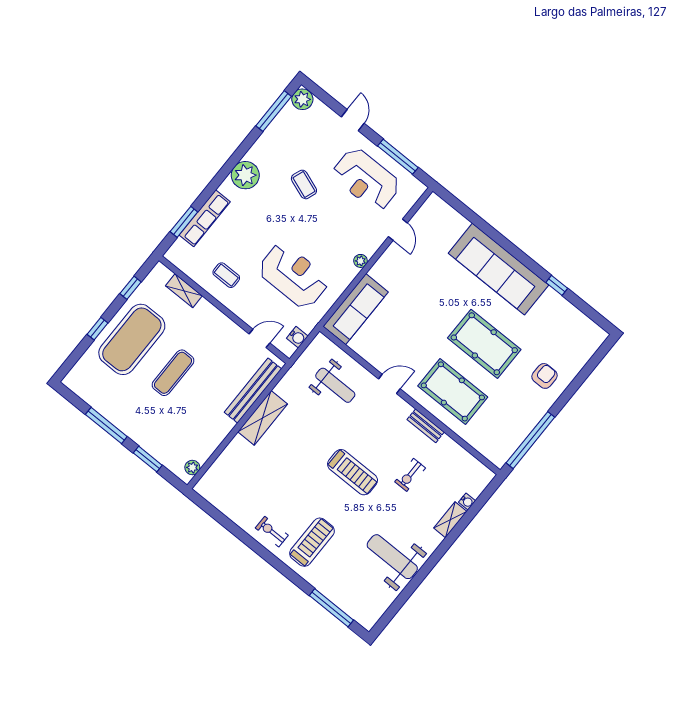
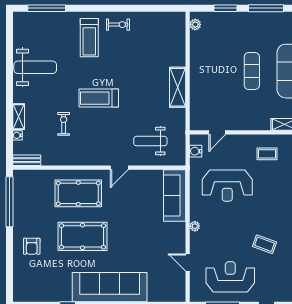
bench: (253, 391) -> (196, 99), removed
bench: (426, 426) -> (27, 160), moved

